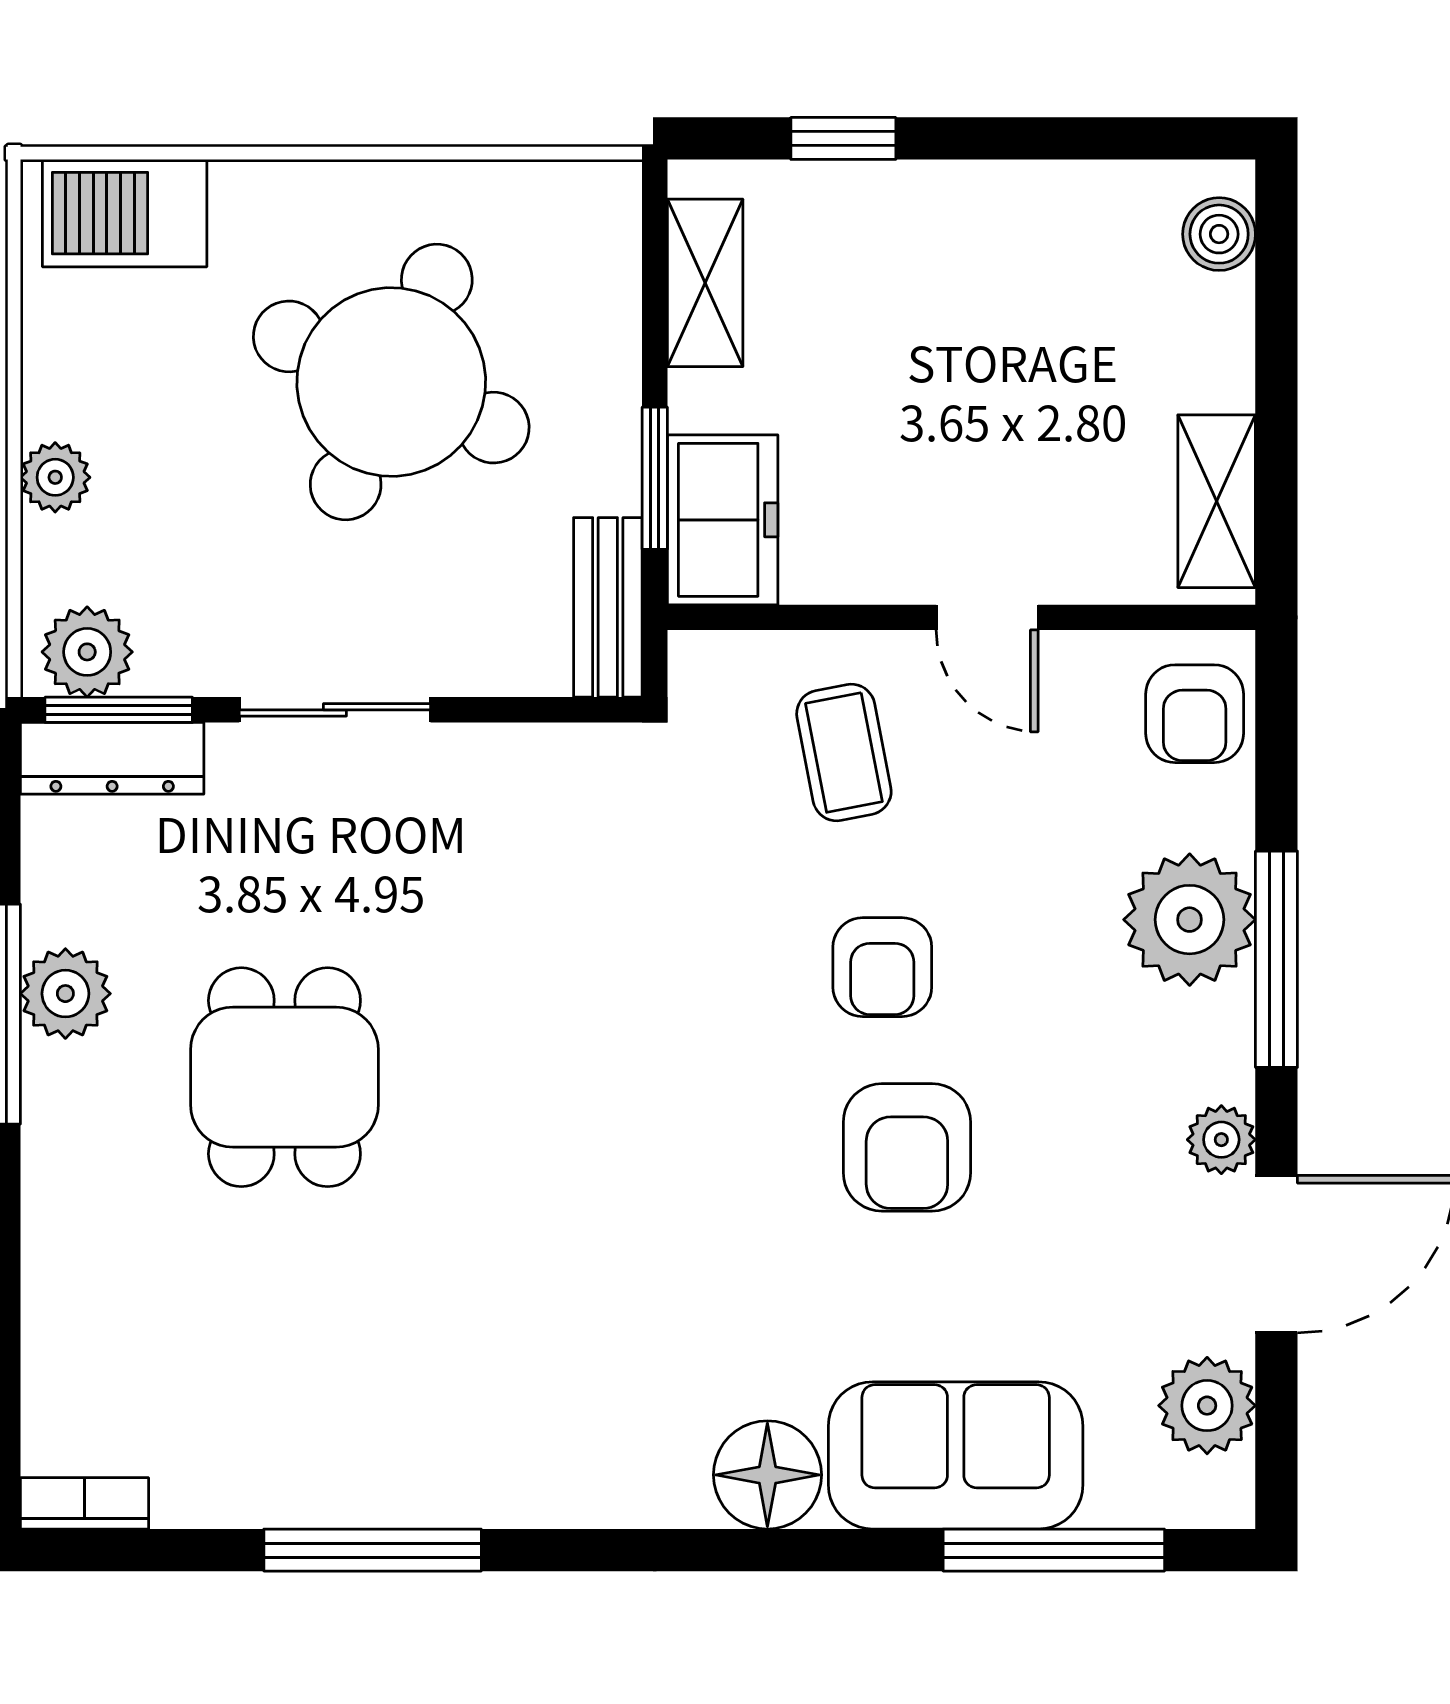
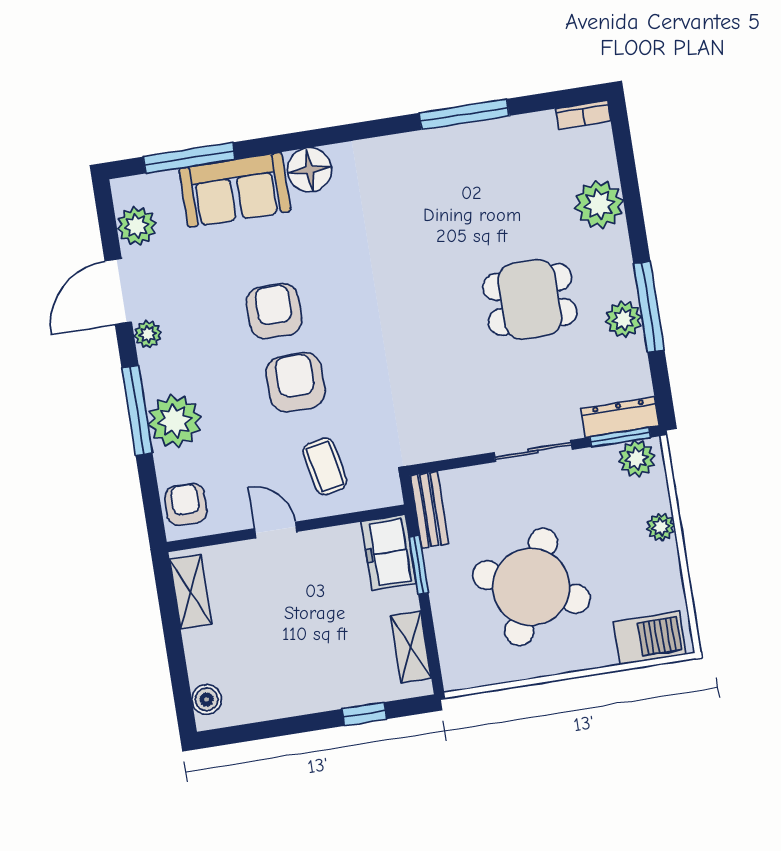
armchair: (882, 967) -> (296, 382), width x1.38, depth x1.38
dining table: (284, 1077) -> (530, 300), turned 90
plant: (81, 1281) -> (599, 204), added

